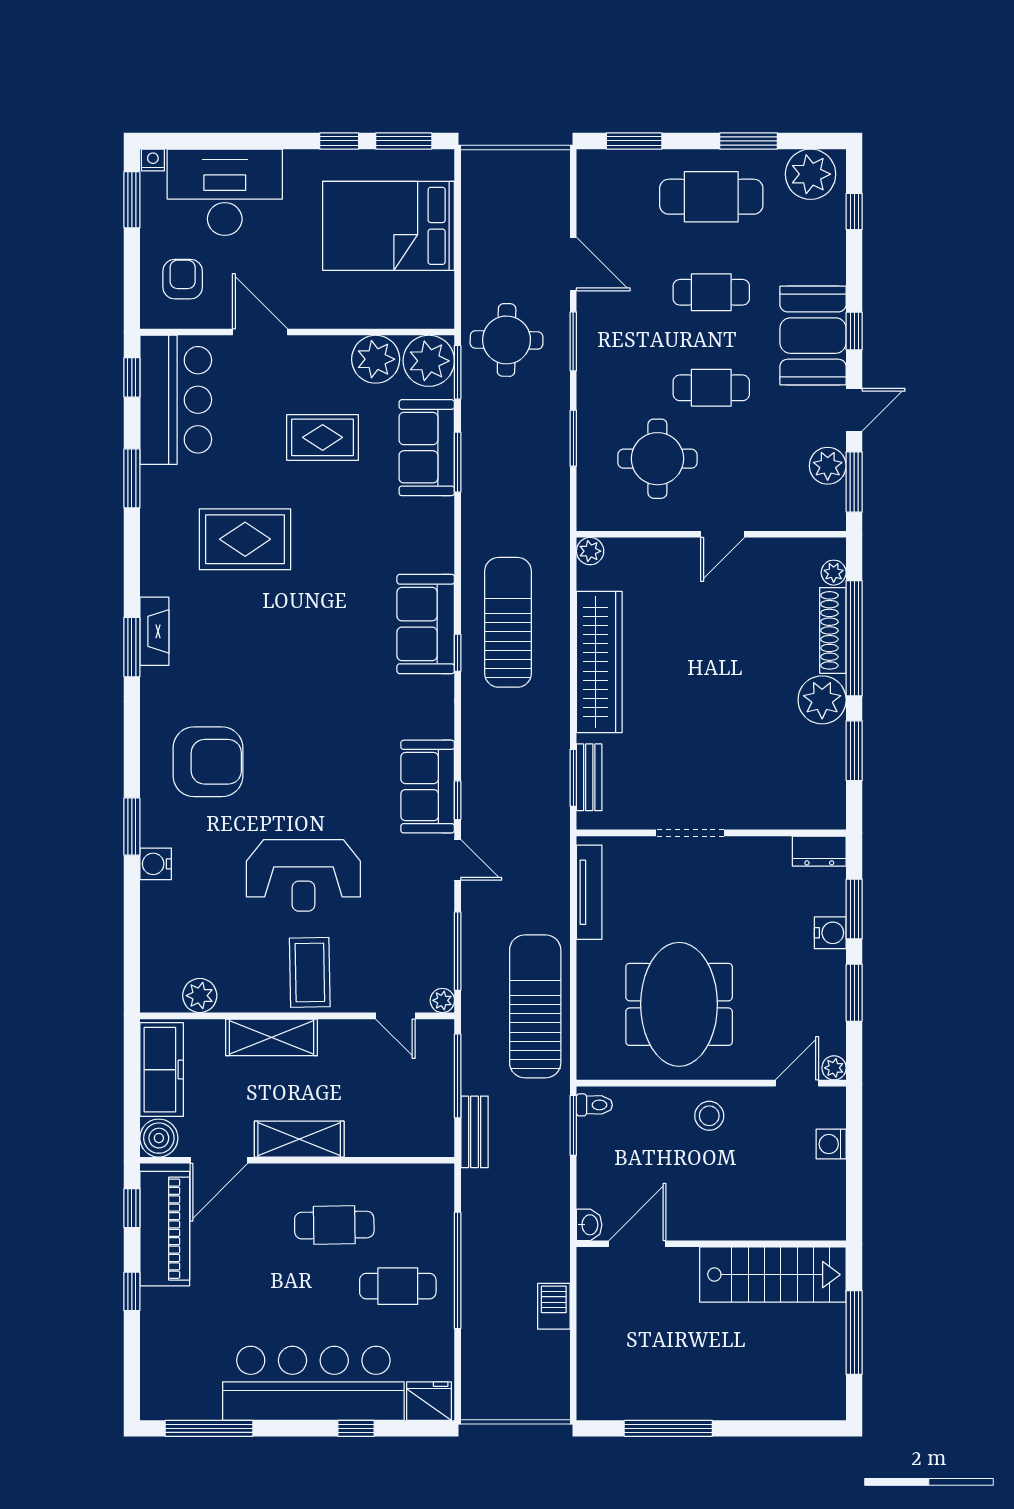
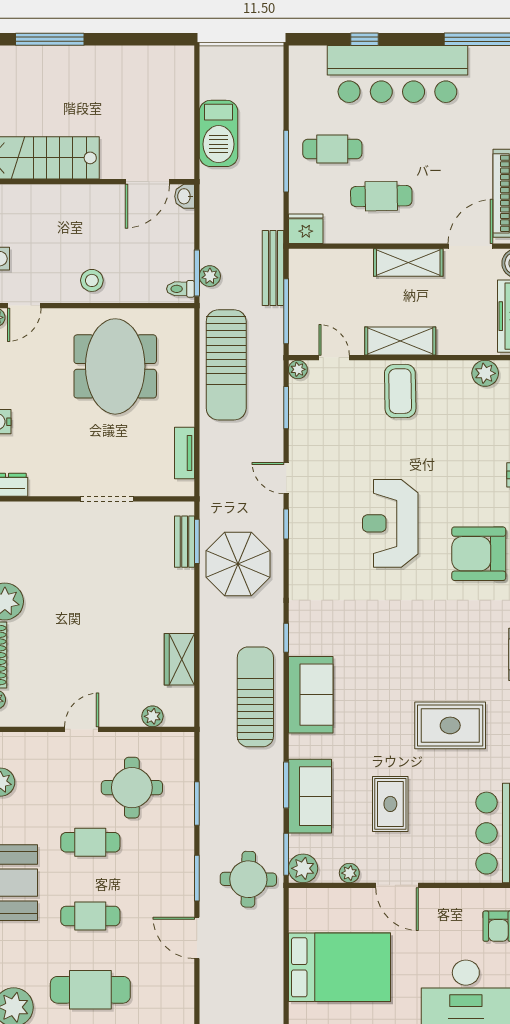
door: (260, 332) -> (397, 885), moved
plant: (376, 359) -> (349, 873), width x0.53, depth x0.53
plant: (429, 361) -> (303, 868), width x0.73, depth x0.73
rug: (323, 437) -> (390, 804), turned 90
plant: (590, 551) -> (152, 716), moved
sun lounger: (508, 622) -> (255, 697), moved, turned 180
sofa: (426, 624) -> (311, 695), moved
wardrobe: (599, 662) -> (179, 659), width x0.48, depth x0.85
parasol: (520, 748) -> (238, 564), added
sofa: (428, 787) -> (309, 535), removed
reception desk: (303, 875) -> (390, 523), moved, turned -90
tv unit: (589, 892) -> (185, 453), width x0.71
window: (458, 951) -> (286, 408), width x0.69
shelving: (272, 1037) -> (400, 341), moved
plant: (556, 1121) -> (210, 276), added
bench: (475, 1132) -> (273, 268), width x1.36
window: (458, 1270) -> (286, 161), width x0.68
barbecue: (554, 1306) -> (219, 133), width x1.88, depth x1.53
fridge: (429, 1401) -> (306, 229), moved, turned 180
window: (668, 1428) -> (50, 39), moved

